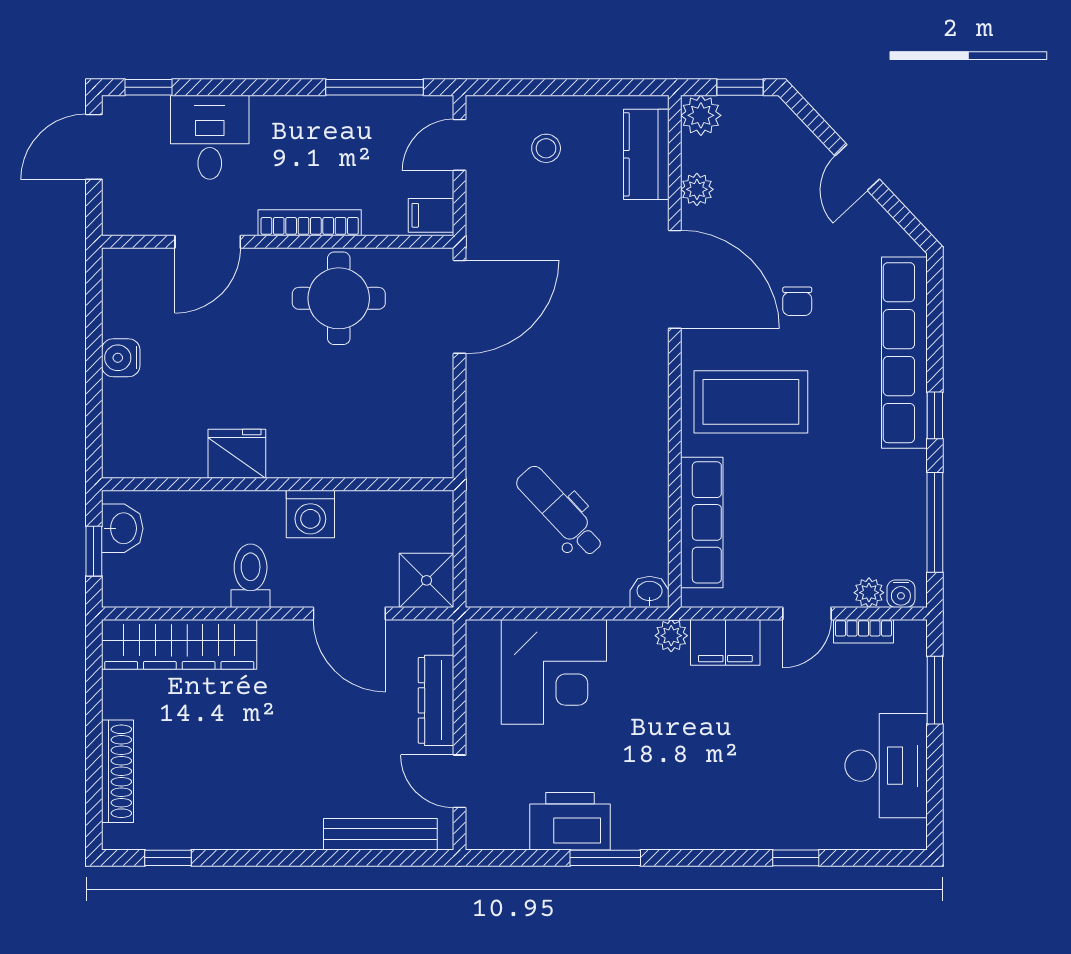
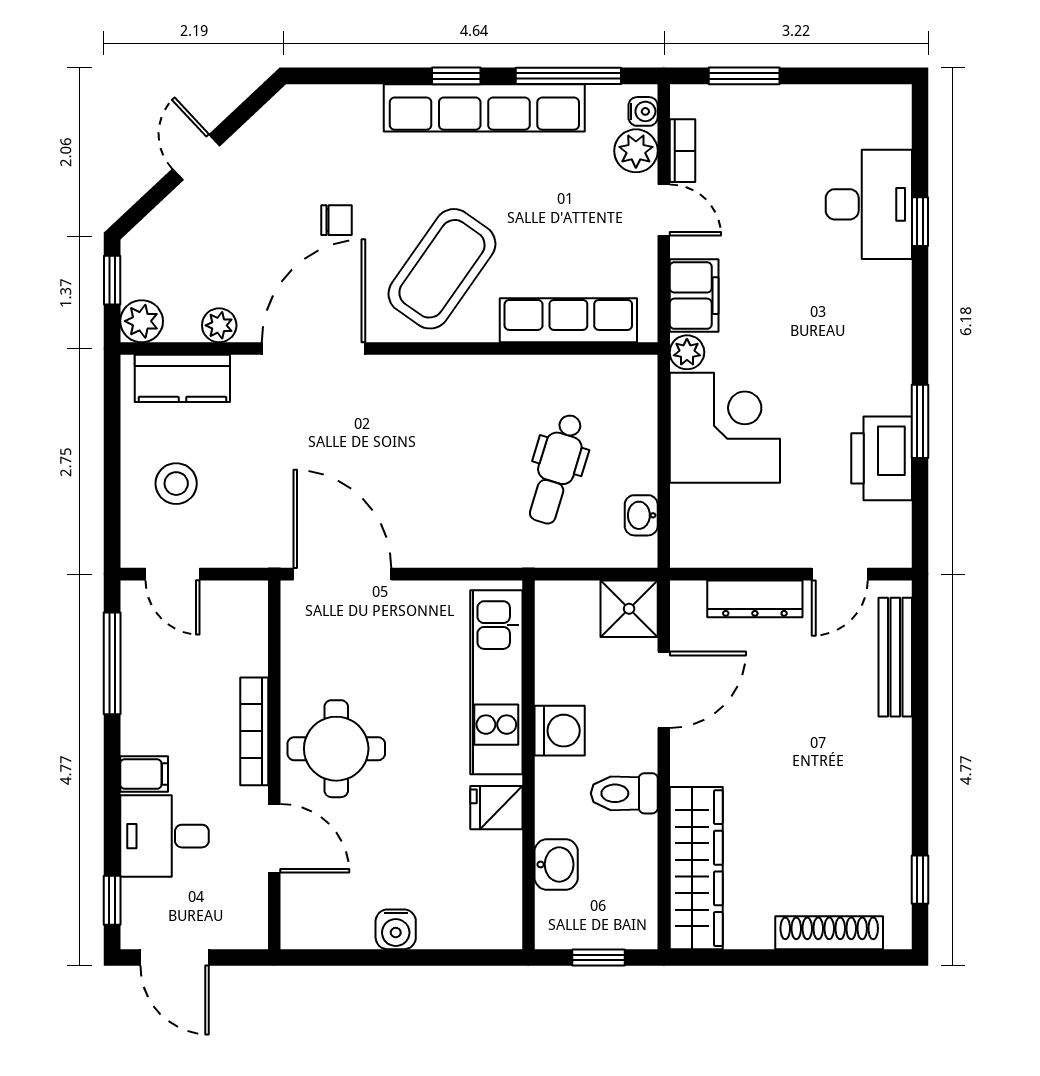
stool: (546, 148) -> (176, 484), width x1.37, depth x1.37
door: (857, 167) -> (196, 157), swing flipped
filing cabinet: (431, 215) -> (144, 774), moved, turned -90
round table: (339, 298) -> (336, 749), moved
row of seats: (904, 353) -> (484, 108), moved
coffee table: (751, 402) -> (442, 269), turned 35
fridge: (237, 454) -> (496, 808), width x0.72
kitchen unit: (357, 454) -> (496, 682), added
dental chair: (560, 511) -> (557, 469), turned -30
washbasin: (122, 528) -> (556, 864), moved, turned 90
washbasin: (650, 592) -> (641, 515), moved
plant: (869, 593) -> (636, 151), width x1.38, depth x1.38
corner desk: (554, 672) -> (725, 428), moved
desk: (886, 766) -> (869, 204), moved, turned 90

